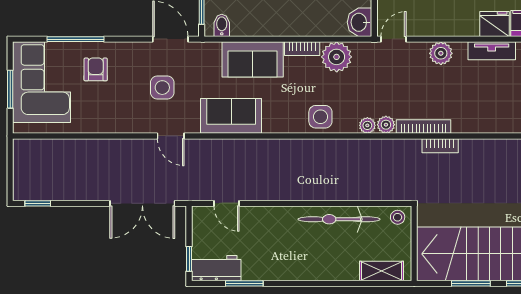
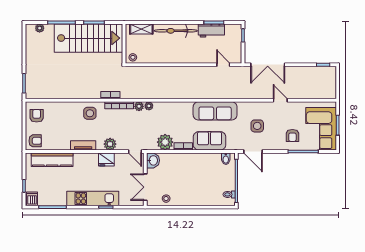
fridge: (495, 24) -> (106, 159), moved
door: (394, 39) -> (135, 151), hinge flipped
sofa: (231, 116) -> (215, 111), width x1.36
side table: (320, 117) -> (90, 113), moved
door: (171, 136) -> (280, 100), moved
double door: (142, 203) -> (268, 65), swing flipped
bicycle: (339, 219) -> (176, 31), moved, turned 180
workbench: (216, 268) -> (211, 30), moved

